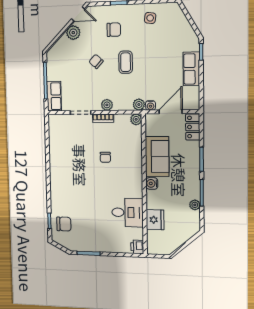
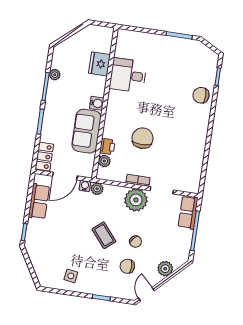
door: (78, 14) -> (146, 294), hinge flipped
chair: (114, 30) -> (127, 266), moved
plant: (73, 33) -> (165, 269), moved
coffee table: (126, 62) -> (104, 235), turned -40
row of seats: (191, 69) -> (39, 201), moved
plant: (107, 105) -> (136, 200), width x1.87, depth x1.87
plant: (136, 119) -> (104, 161), moved
chair: (105, 157) -> (143, 138), width x1.87, depth x1.87
chair: (64, 224) -> (201, 95), moved
printer: (137, 247) -> (107, 146), moved

